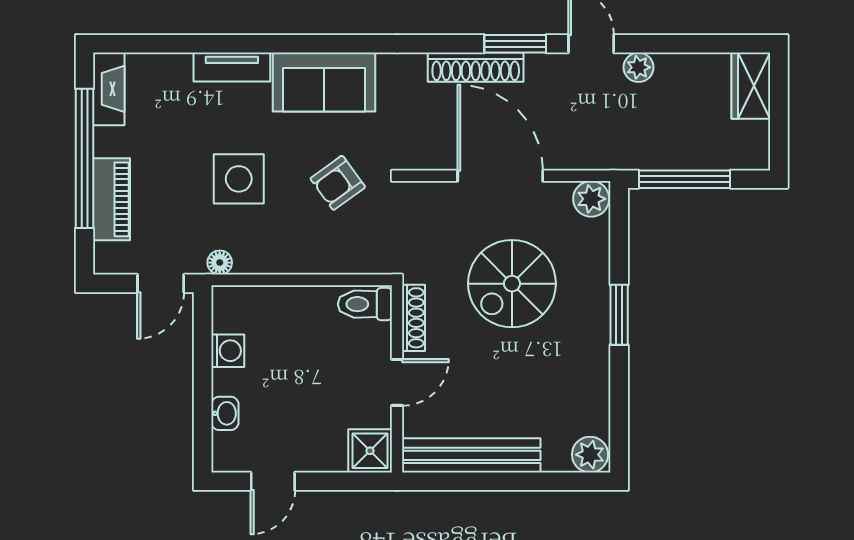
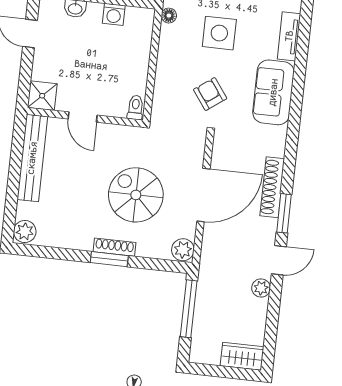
toilet: (365, 304) -> (135, 107), width x0.73, depth x0.72
shoe rack: (414, 318) -> (114, 247), moved, turned 180

